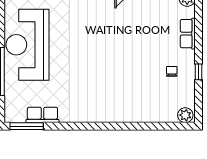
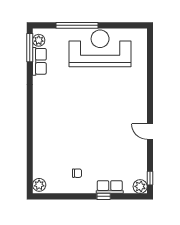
window: (199, 72) -> (104, 196), moved
plant: (18, 116) -> (39, 40), added

